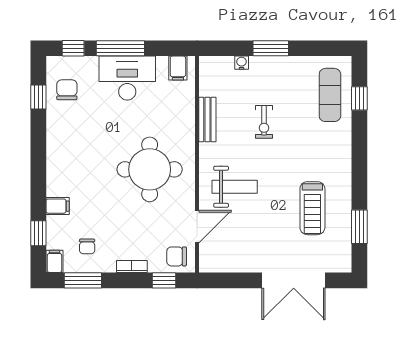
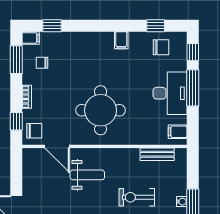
water cooler: (242, 63) -> (182, 202), moved
bench: (207, 119) -> (157, 154), moved
exercise bike: (264, 122) -> (137, 197), width x1.38, depth x1.39
weight bench: (235, 187) -> (87, 175), turned -90
filing cabinet: (58, 206) -> (121, 40), moved
chair: (177, 256) -> (34, 131), turned 90

